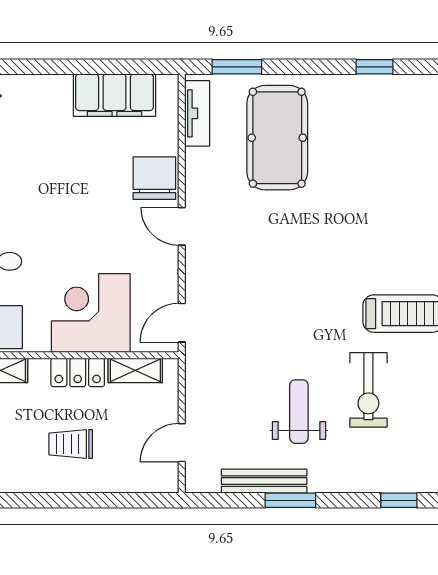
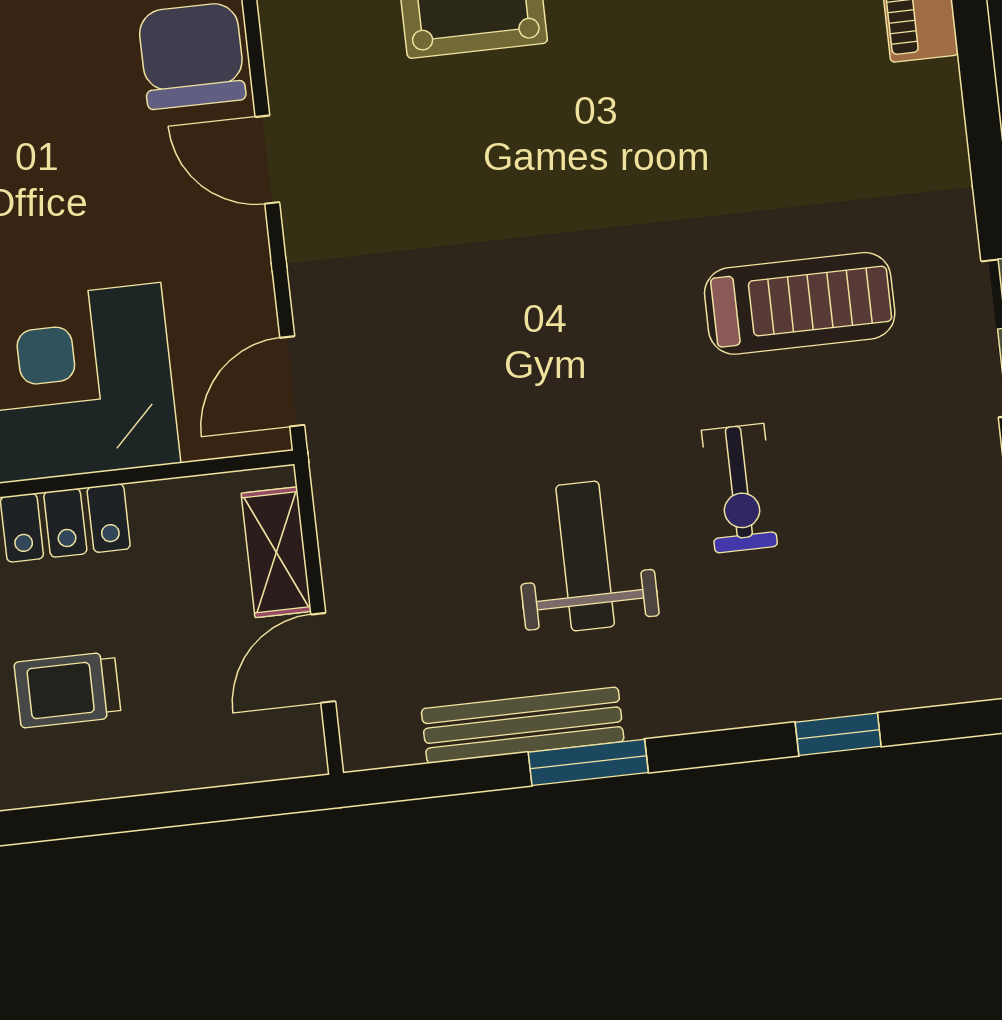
shelving: (135, 370) -> (276, 552), moved, turned 90
exercise bike: (368, 390) -> (740, 488), width x0.73, depth x0.72

